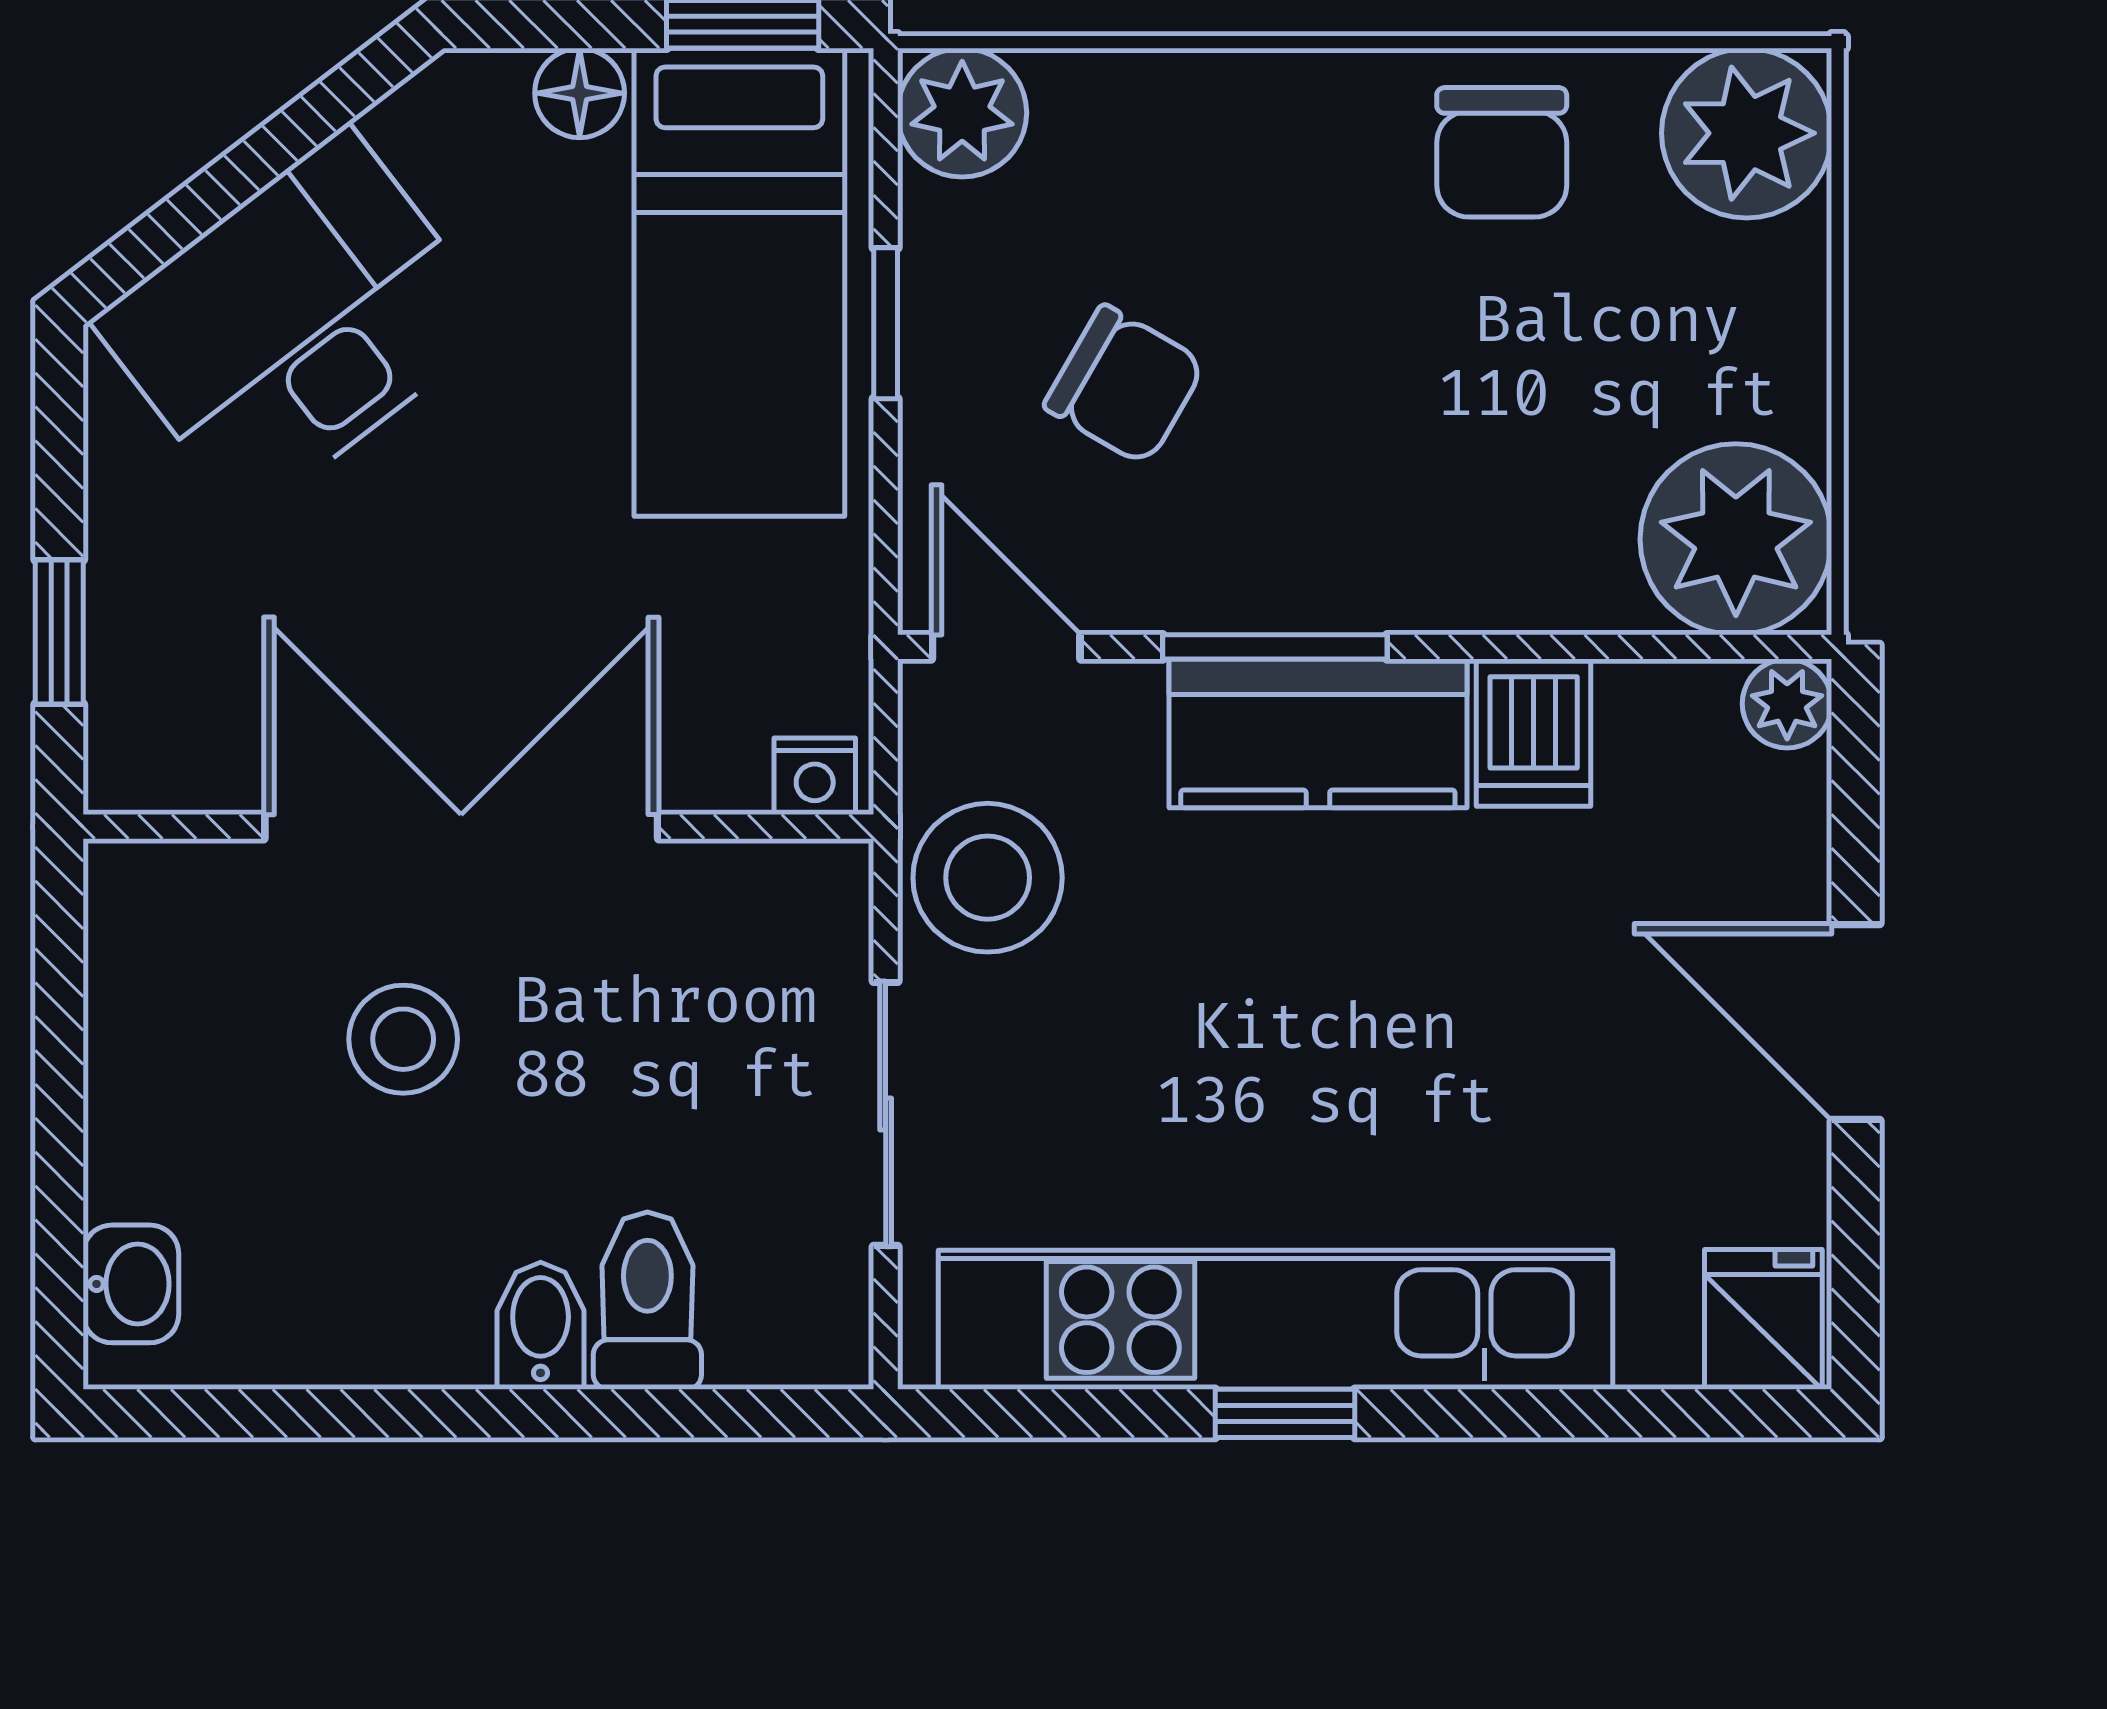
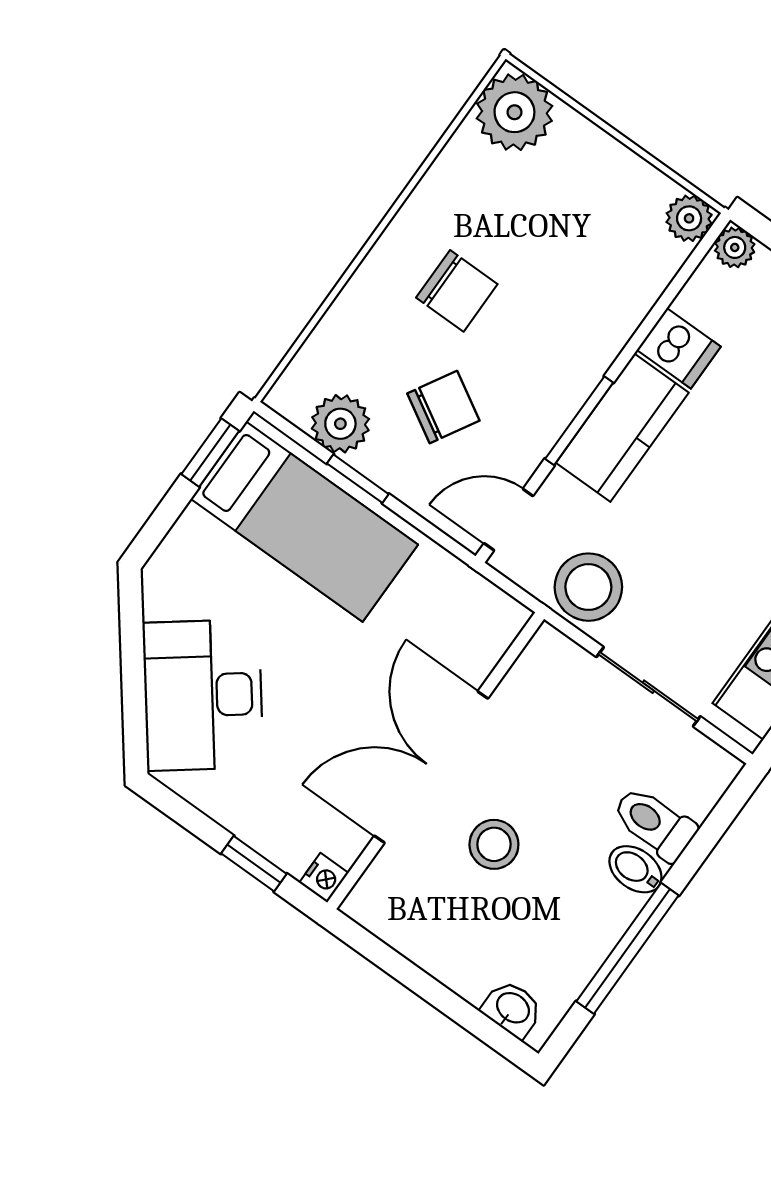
floor lamp: (580, 93) -> (193, 531), removed
plant: (962, 113) -> (340, 424), moved
chair: (1502, 152) -> (457, 291), moved
plant: (1736, 539) -> (689, 218), width x0.53, depth x0.53
nightstand: (815, 776) -> (324, 878), moved
window: (388, 1413) -> (628, 948), added

